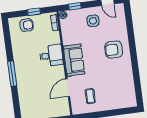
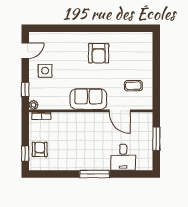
window: (34, 12) -> (25, 154), moved
armchair: (114, 50) -> (99, 53), moved
desk: (51, 55) -> (123, 157), moved, turned 180

